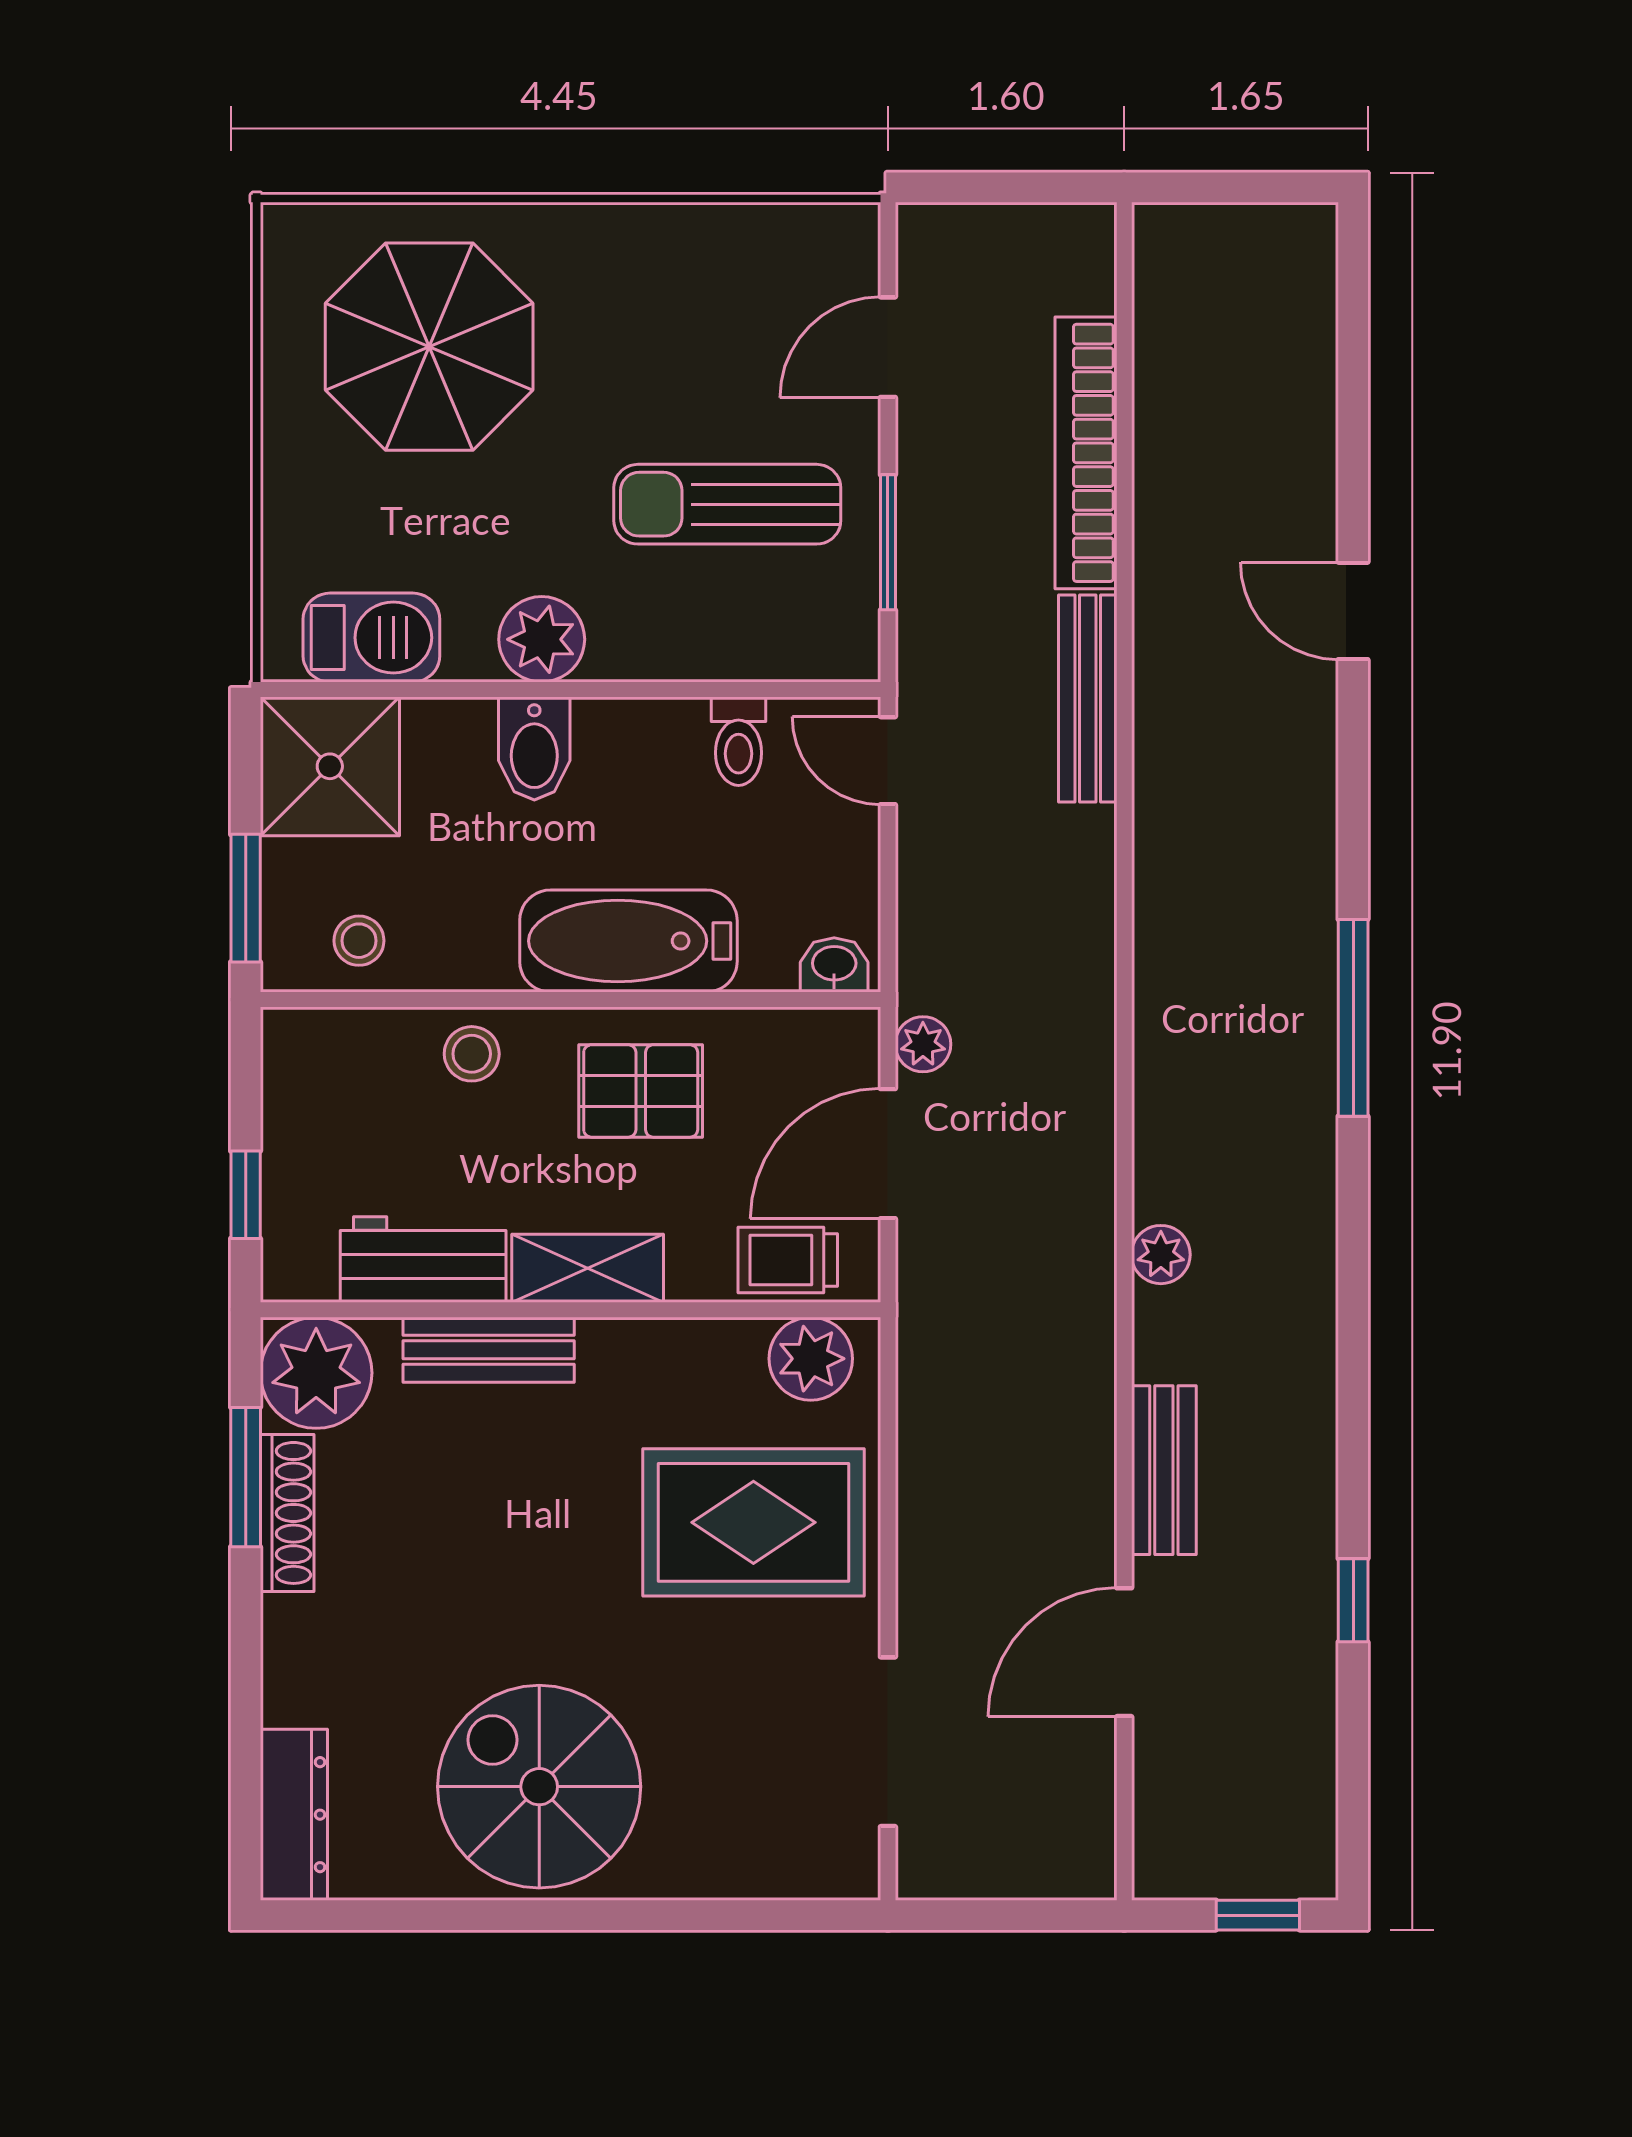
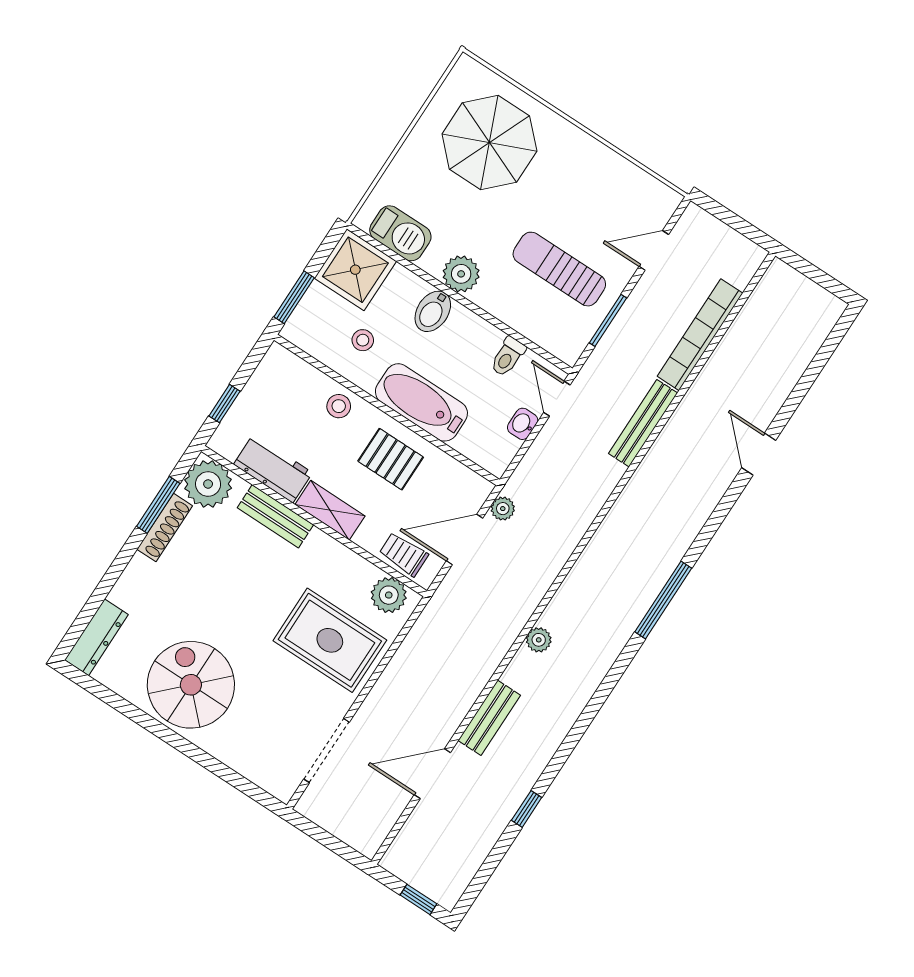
stool: (359, 941) -> (363, 340), moved
washbasin: (834, 965) -> (523, 424), moved, turned -90

